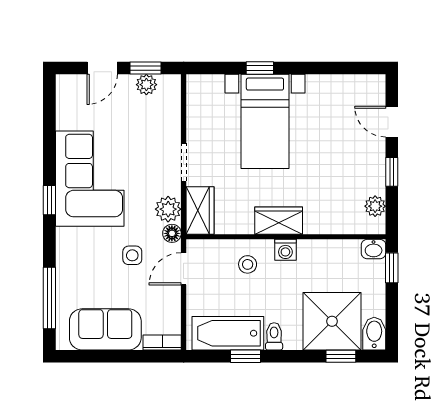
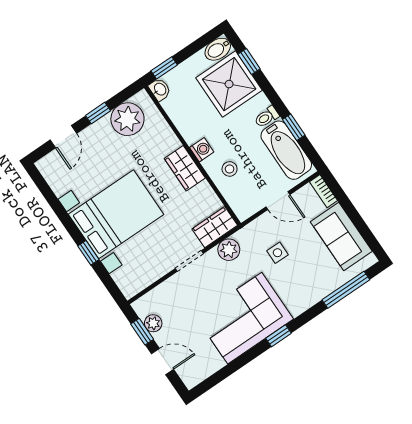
bed with nightstands: (265, 121) -> (116, 214), width x1.36
plant: (375, 206) -> (127, 119), width x1.88, depth x1.88
floor lamp: (172, 233) -> (244, 236), removed
door: (184, 269) -> (278, 201), moved

